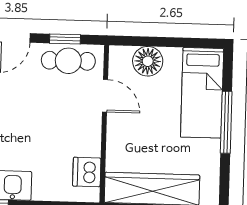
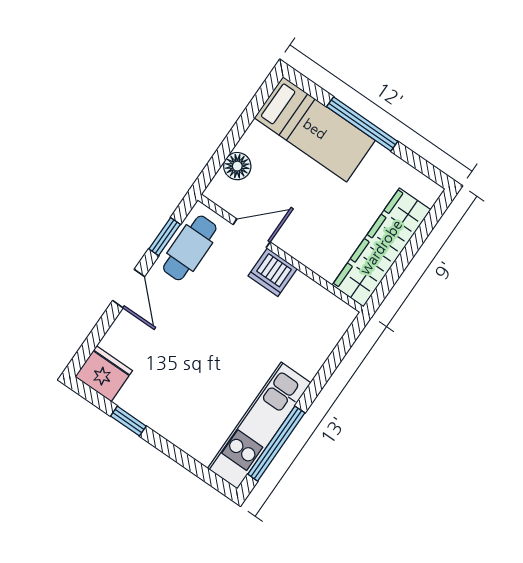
floor lamp: (148, 61) -> (237, 166), width x0.73, depth x0.73
dishwasher: (87, 172) -> (273, 272), moved

